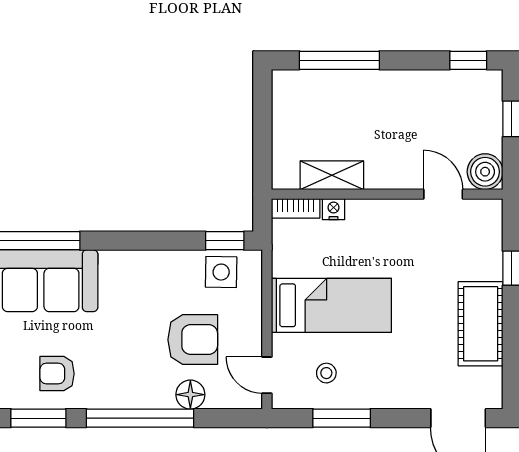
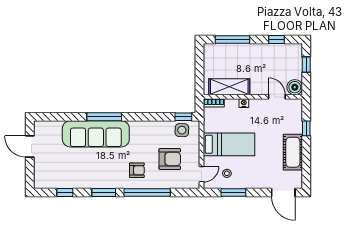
window: (468, 60) -> (277, 40), moved
shelving: (332, 175) -> (229, 87), width x1.50, depth x1.33
nightstand: (334, 209) -> (244, 103), moved
armchair: (57, 374) -> (137, 170), moved, turned 180
door: (267, 375) -> (202, 174), swing flipped
floor lamp: (190, 395) -> (169, 183), removed

